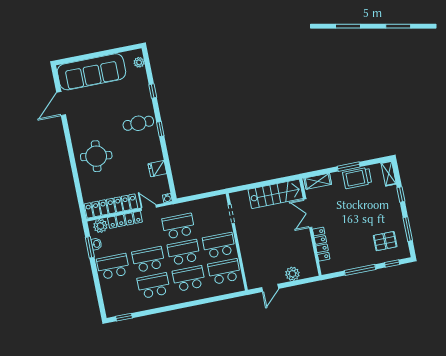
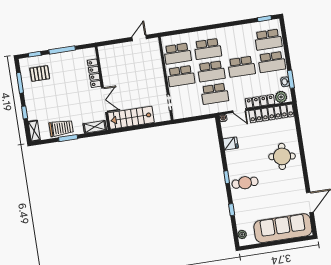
plant: (292, 274) -> (120, 49), removed
school desk: (154, 286) -> (268, 40), moved

